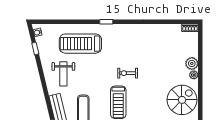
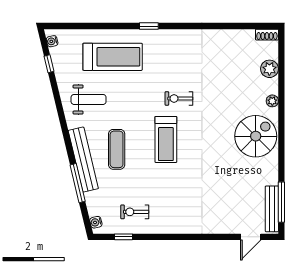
treadmill: (80, 44) -> (113, 57), turned 180
plant: (192, 63) -> (269, 69), moved
weight bench: (63, 74) -> (89, 99), turned -90

